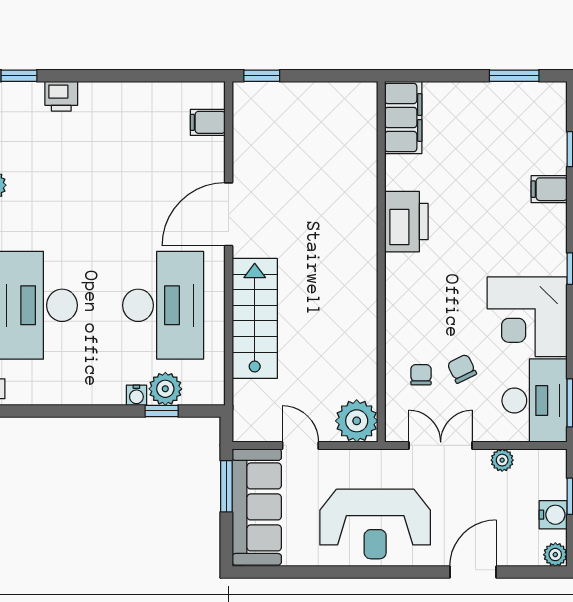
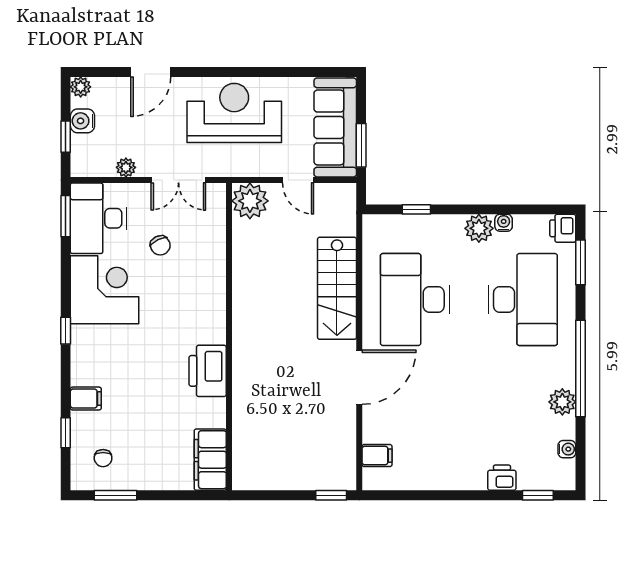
chair: (421, 375) -> (103, 458), moved
plant: (165, 389) -> (479, 228), moved
water cooler: (136, 395) -> (504, 223), moved

